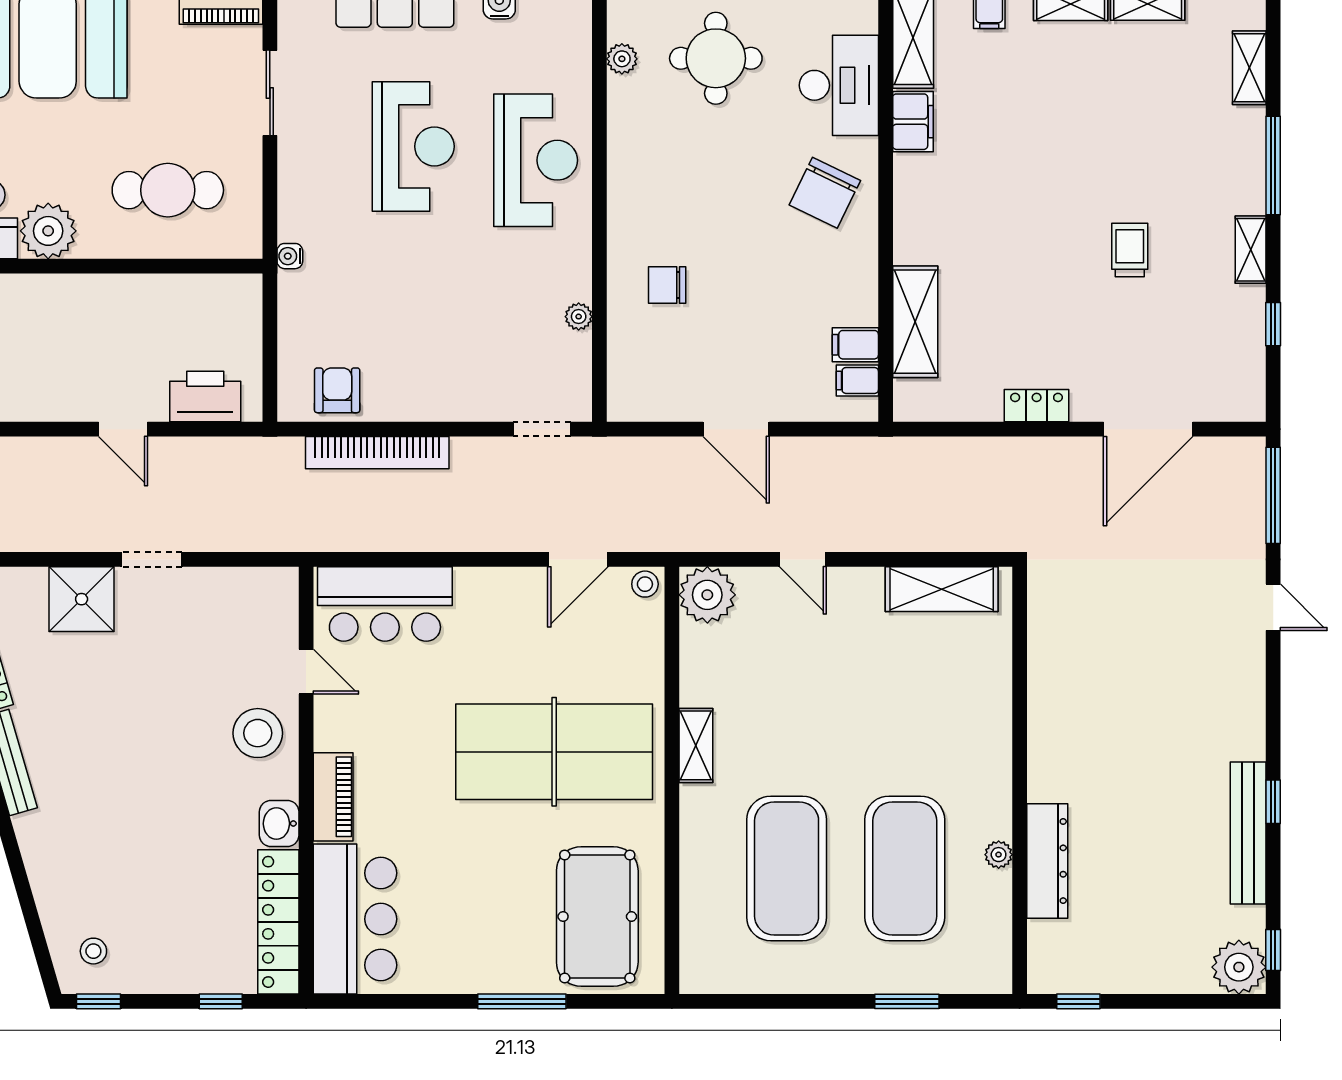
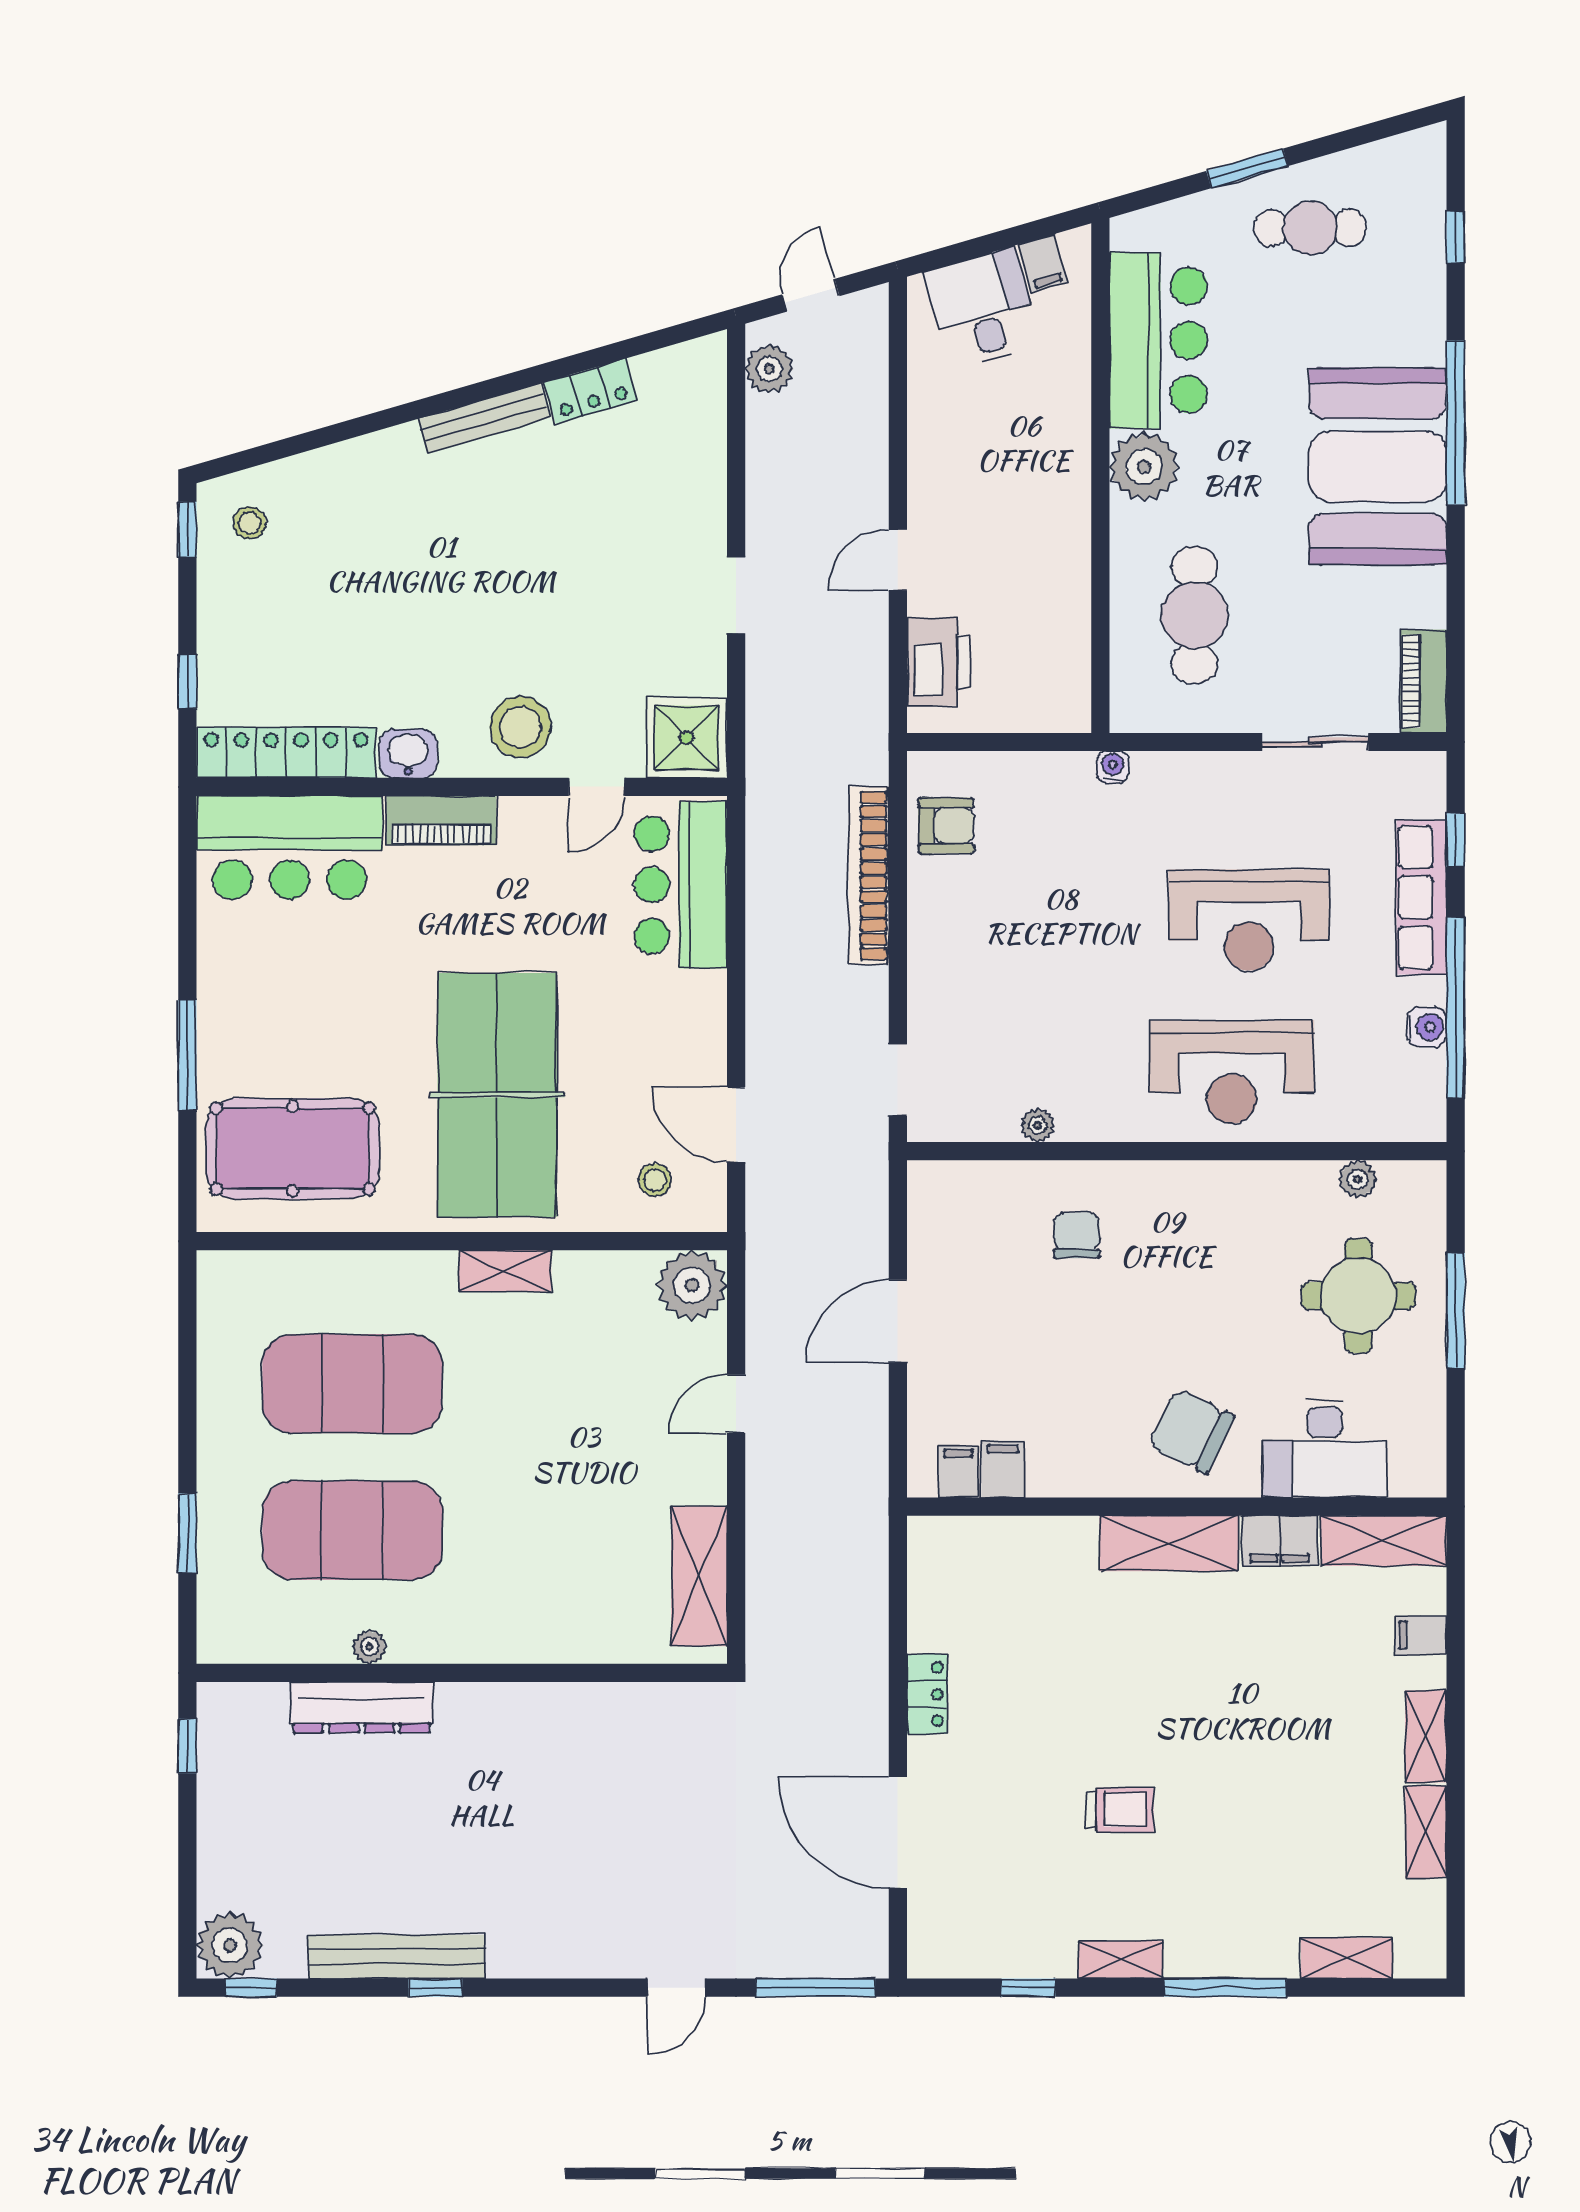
shelving: (915, 322) -> (1169, 1543), moved
stool: (645, 584) -> (655, 1180), moved
shower: (82, 599) -> (686, 738), moved

